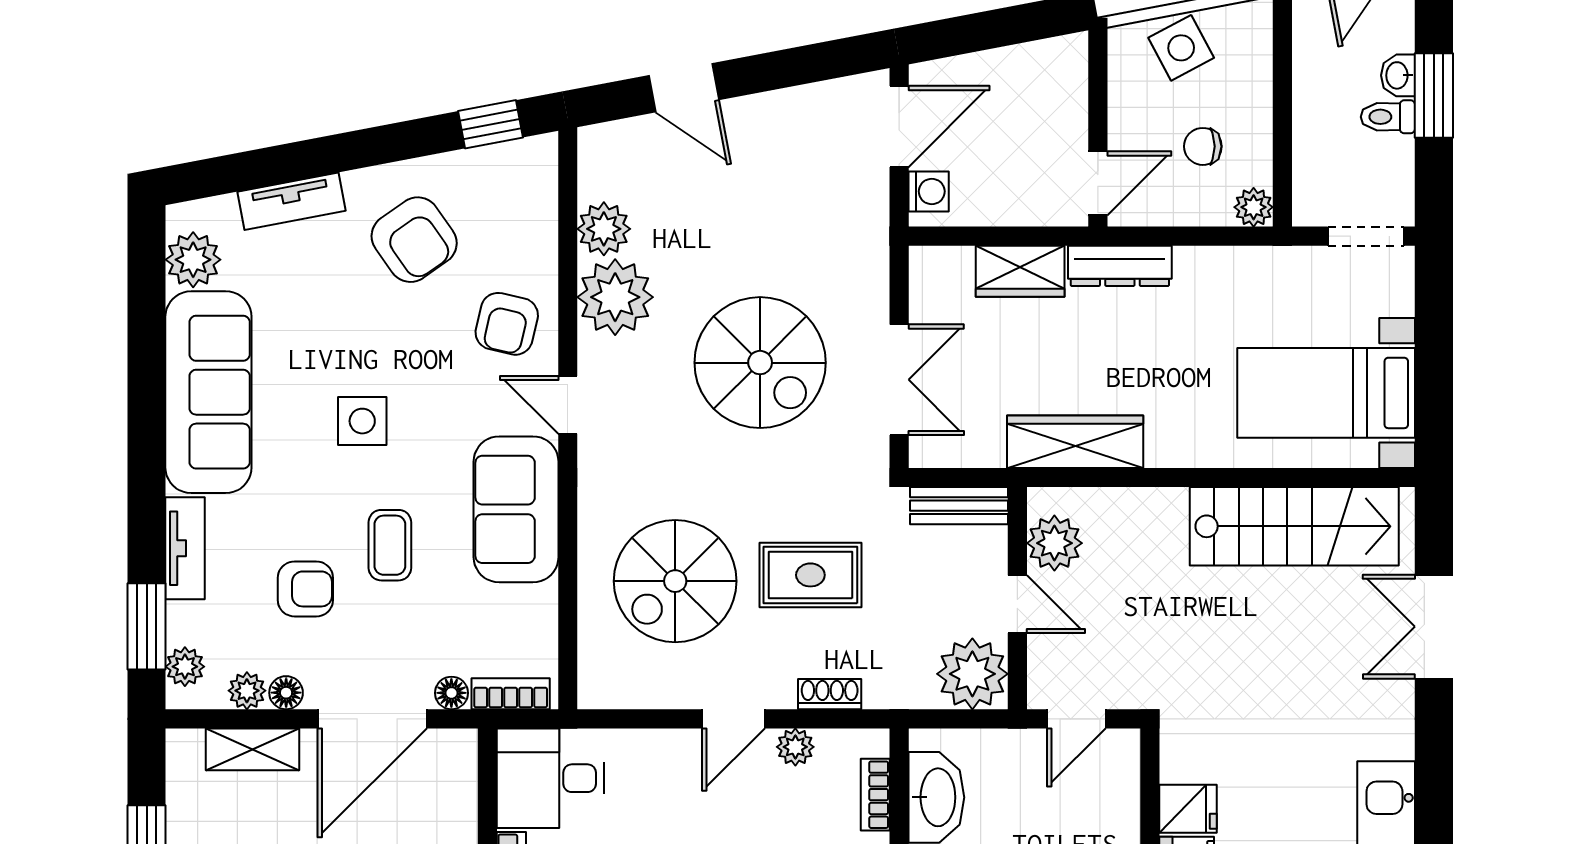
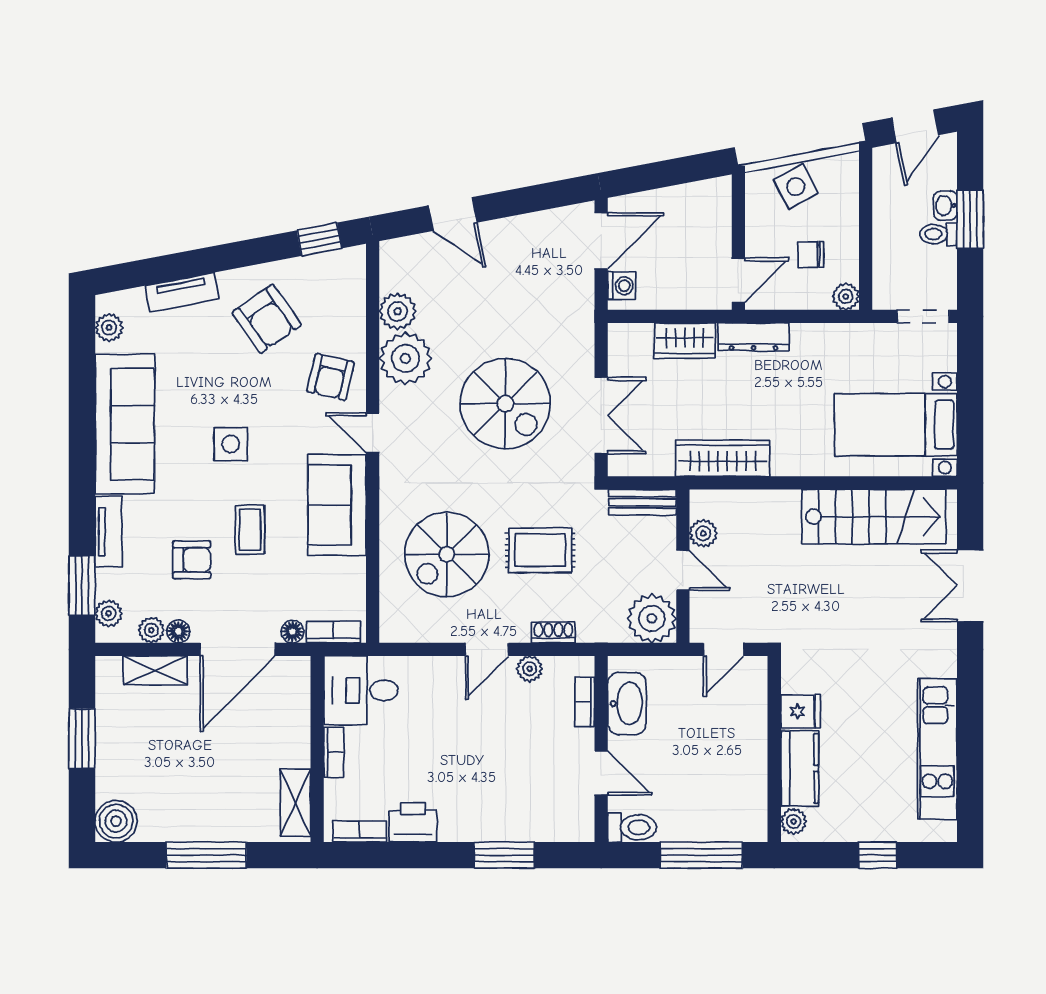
plant: (193, 260) -> (109, 327), width x0.73, depth x0.73
plant: (1054, 543) -> (703, 533), width x0.73, depth x0.73

